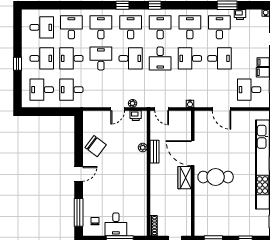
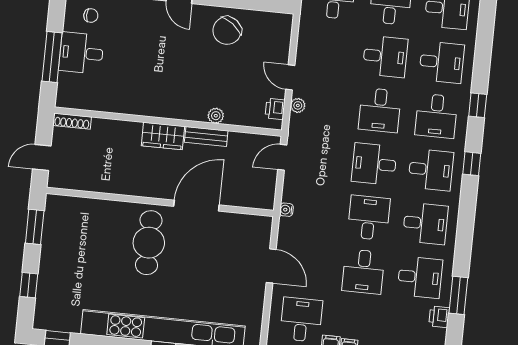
desk: (131, 27) -> (436, 116), turned 90
door: (222, 109) -> (271, 266), swing flipped
wardrobe: (185, 178) -> (163, 136), moved, turned 180

